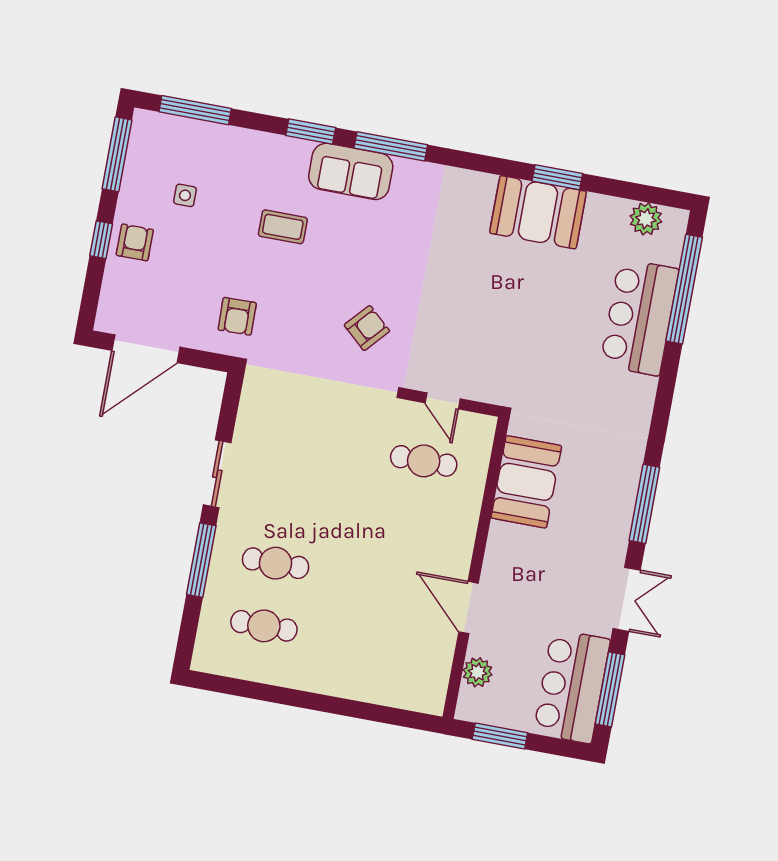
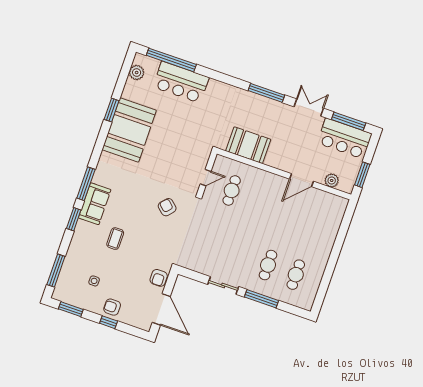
window: (117, 154) -> (71, 309), width x0.69
booth: (538, 212) -> (129, 130), width x1.36, depth x1.42
armchair: (237, 316) -> (159, 278), moved, turned 91

